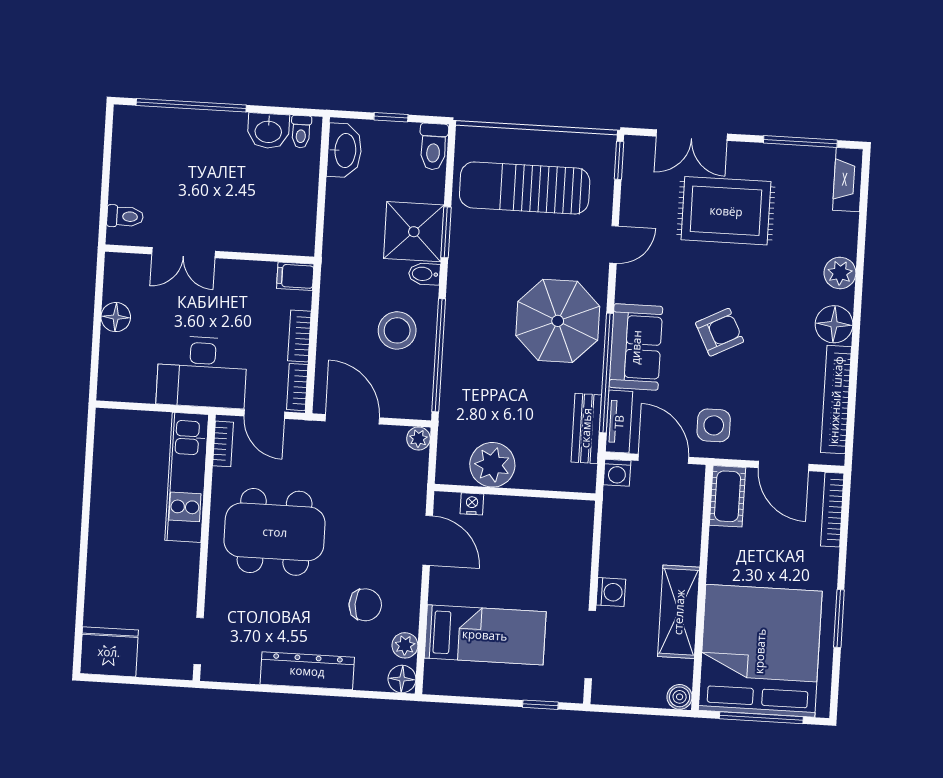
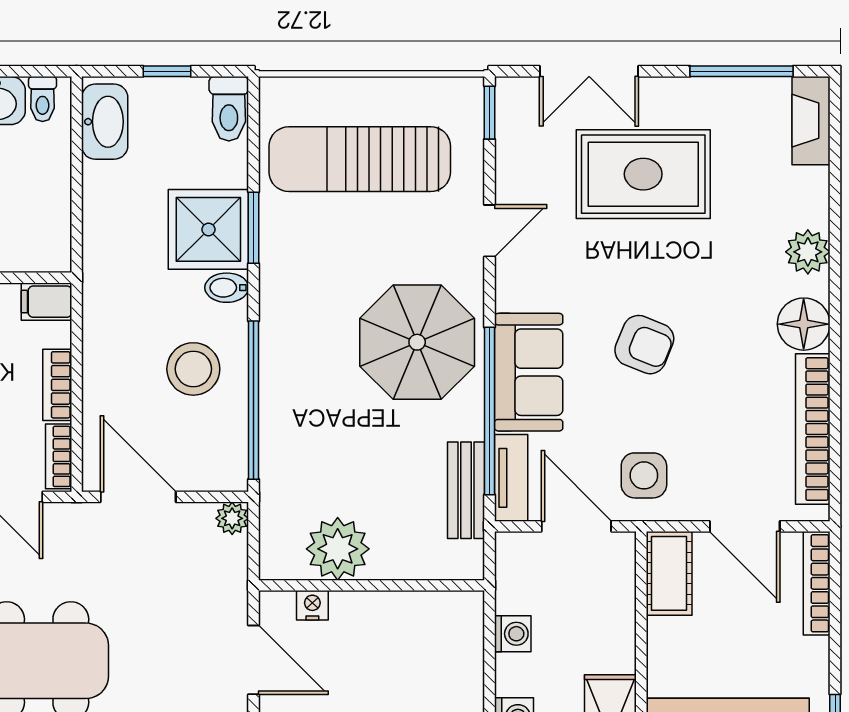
armchair: (720, 332) -> (644, 345), turned 49
washing machine: (617, 473) -> (513, 634), moved, turned -90

